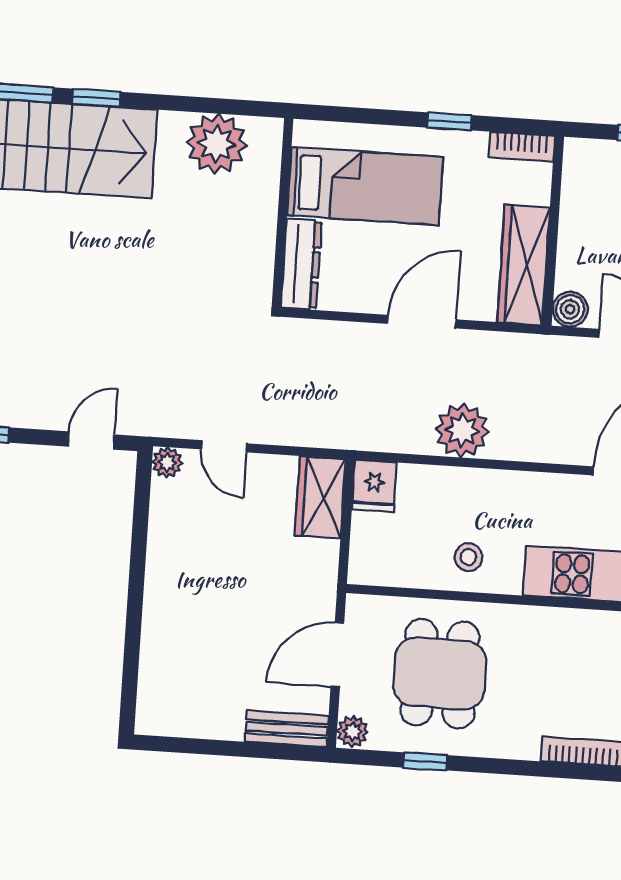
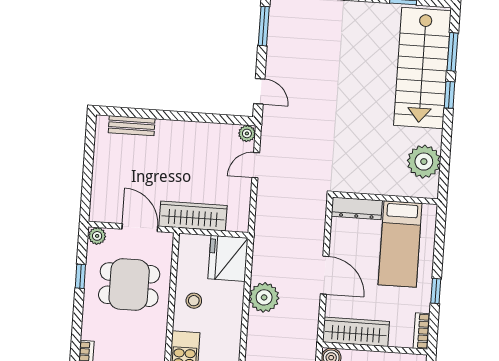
fridge: (374, 486) -> (228, 258), width x1.88, depth x1.34
wardrobe: (320, 497) -> (193, 216), moved, width x1.50
bench: (287, 729) -> (132, 126), moved, turned 90

